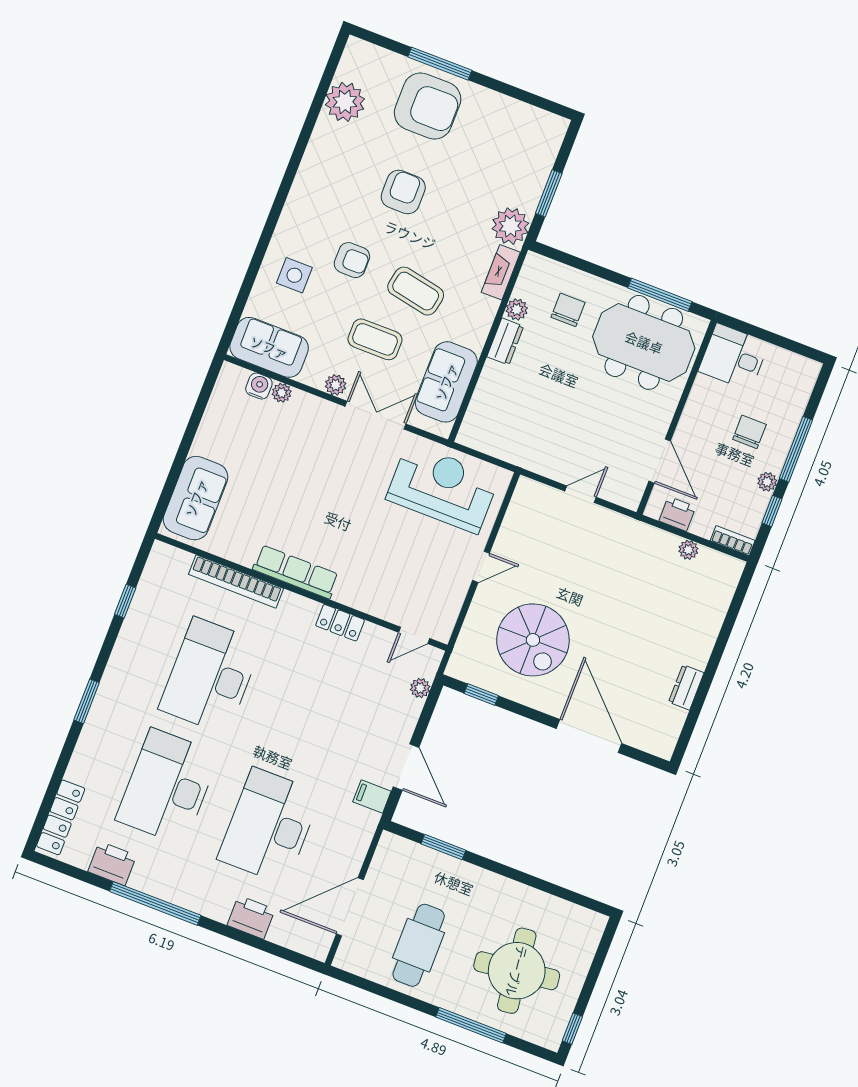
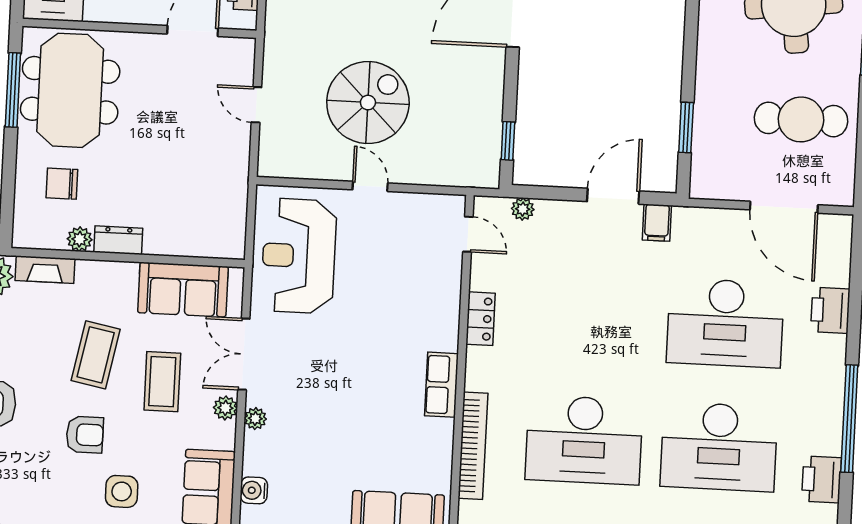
armchair: (352, 260) -> (85, 435), turned 90
plant: (282, 393) -> (255, 419), moved
row of seats: (296, 572) -> (441, 385), width x0.68
spiral stairs: (533, 640) -> (368, 103), moved

